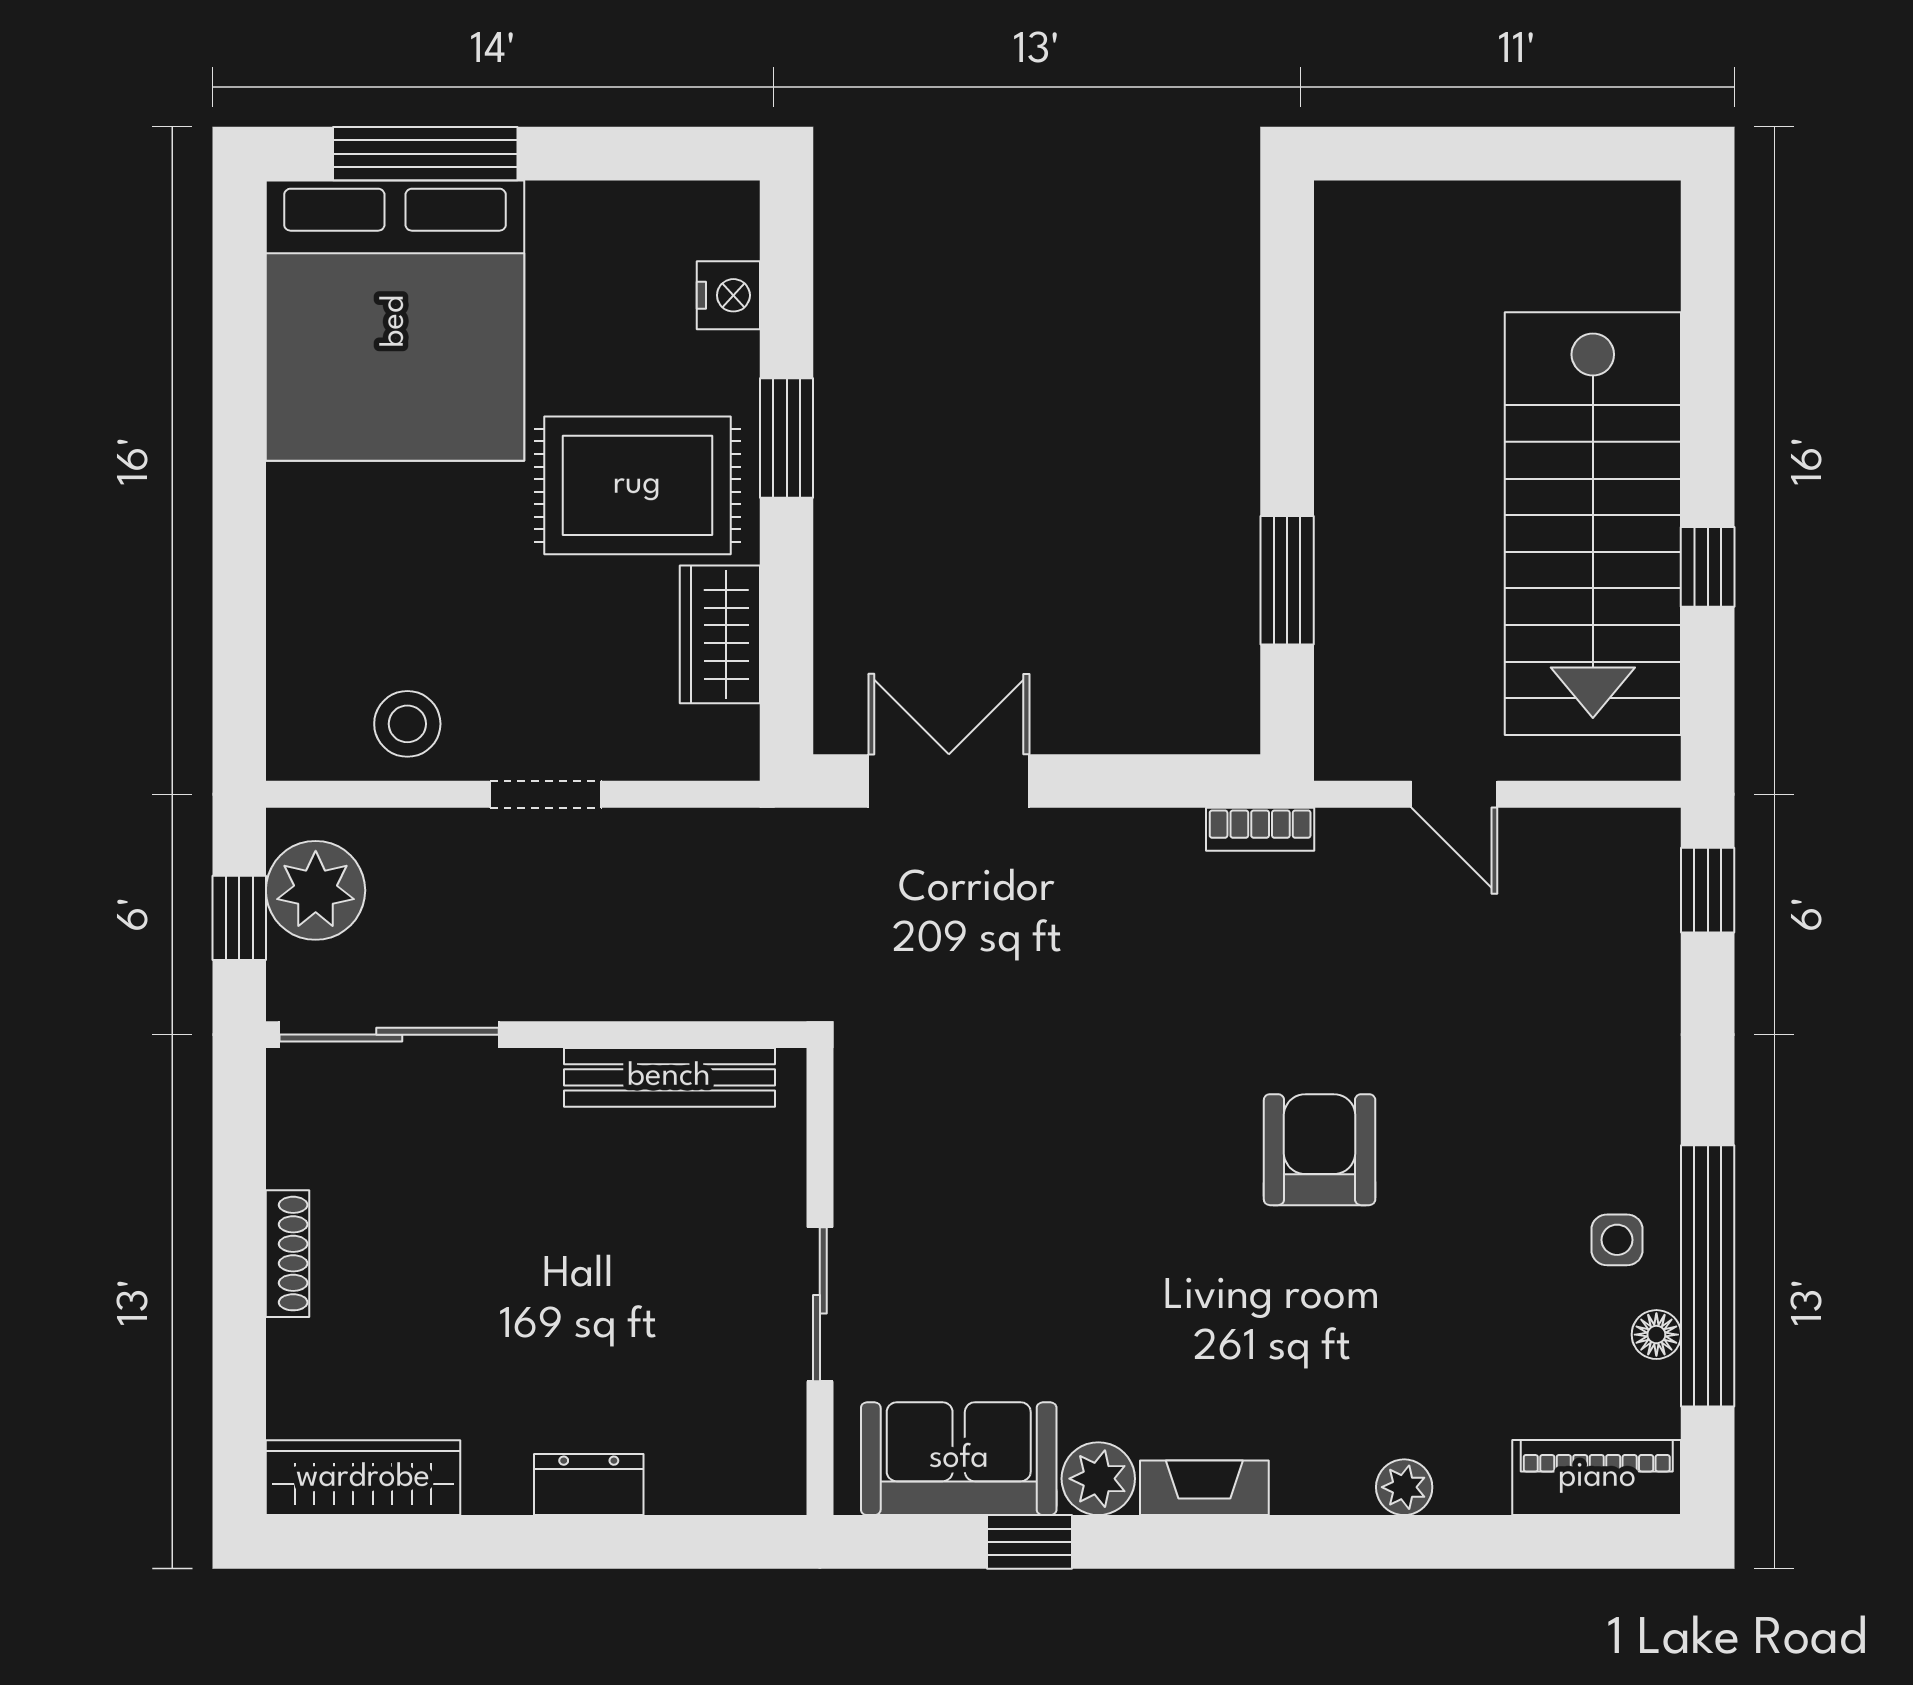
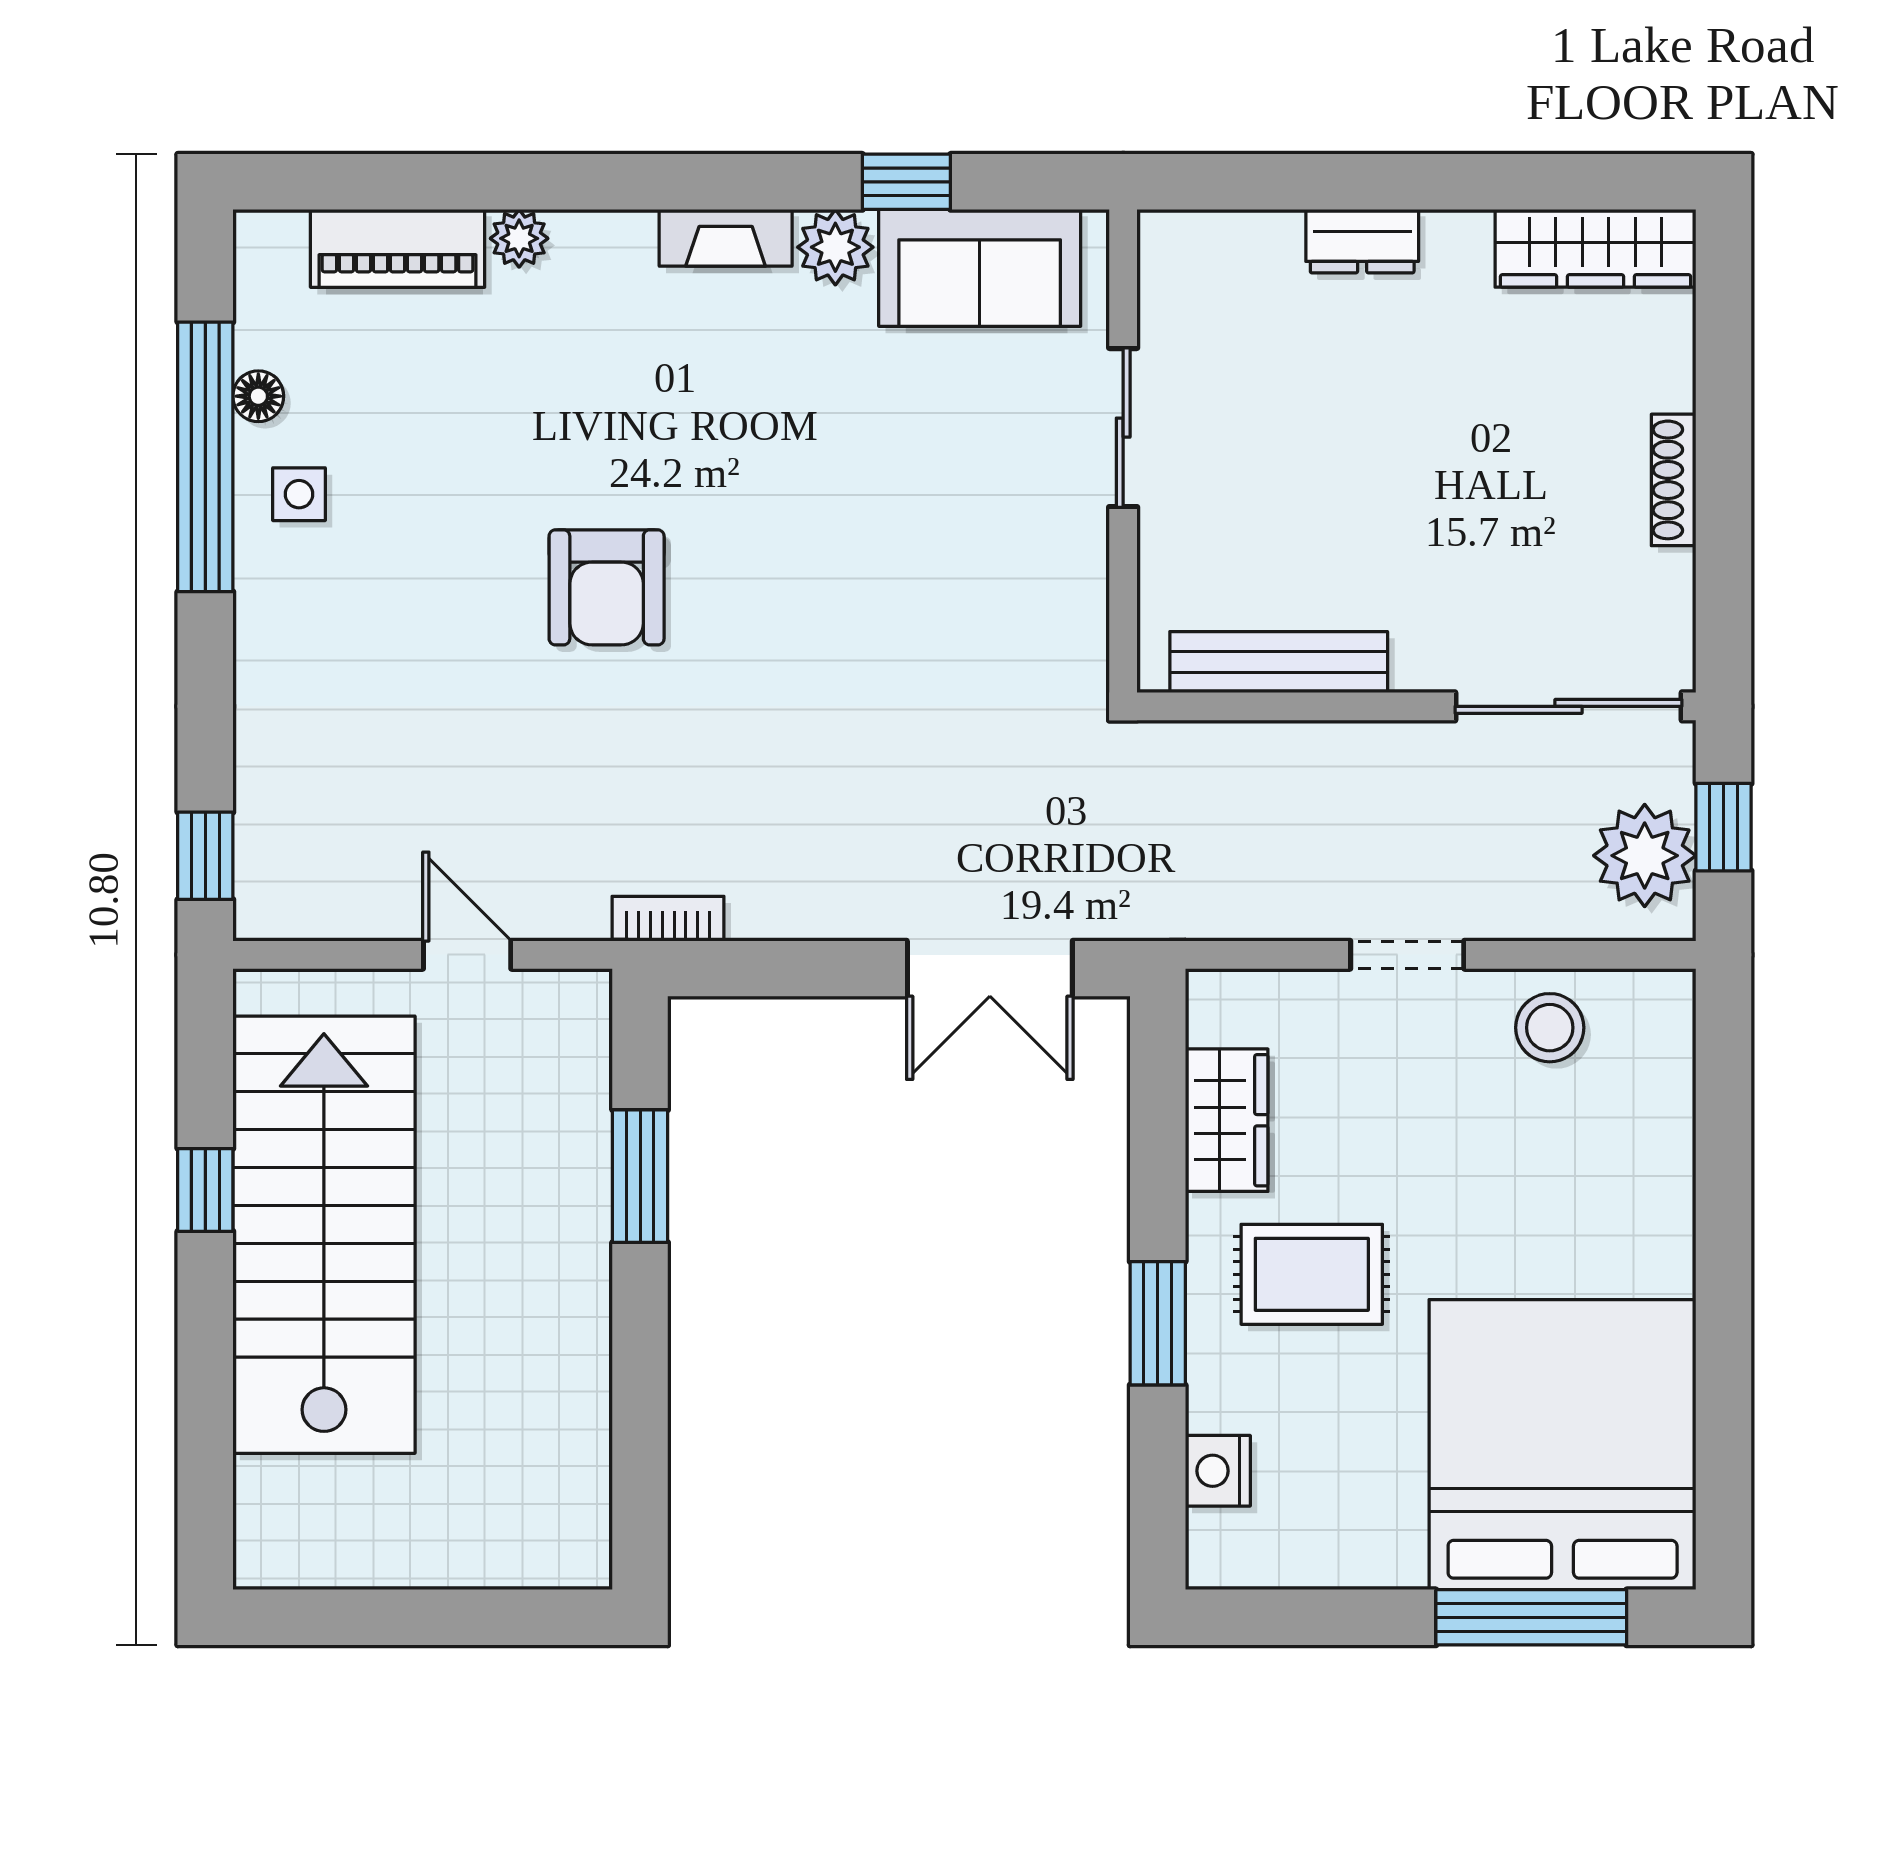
rug: (637, 485) -> (1312, 1274), width x0.73, depth x0.70
piano: (1597, 1478) -> (398, 248), moved

